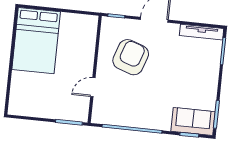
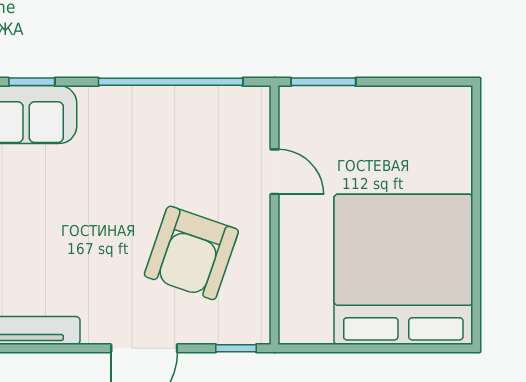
bed: (36, 41) -> (403, 269), width x1.36
door: (93, 87) -> (275, 172), hinge flipped

